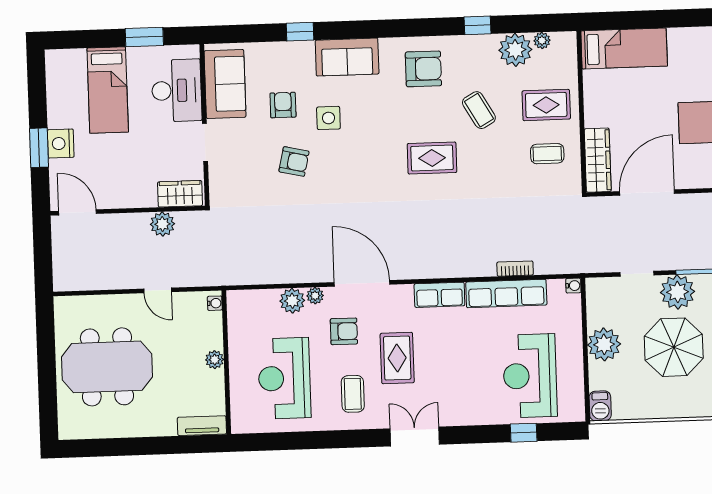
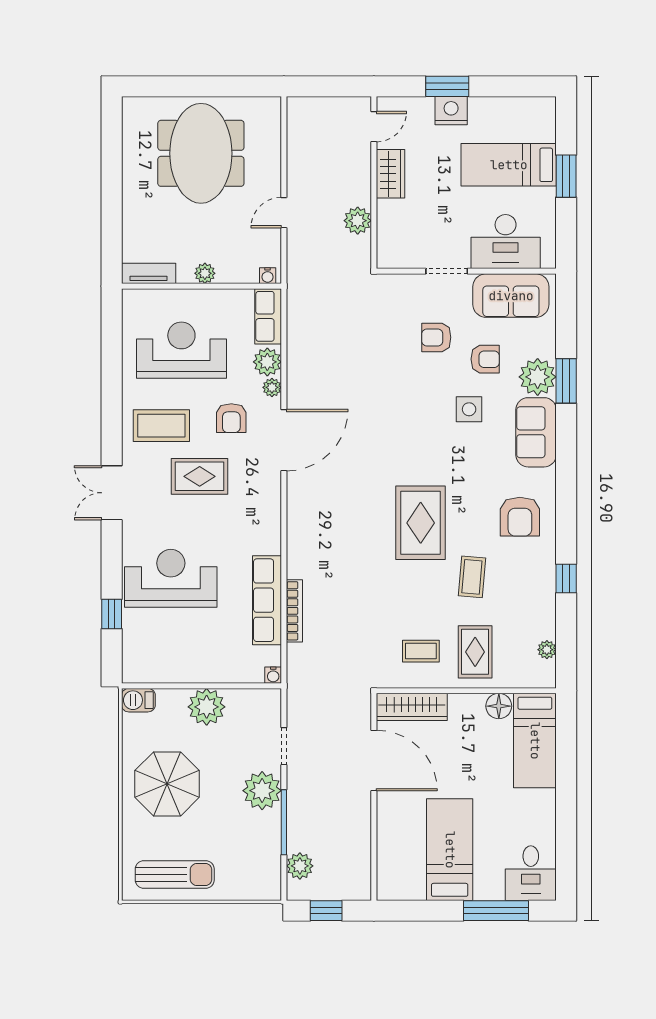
window: (300, 32) -> (566, 381), width x1.50
window: (144, 37) -> (566, 176), moved
plant: (515, 50) -> (538, 377), moved
floor lamp: (594, 82) -> (499, 706), added
coffee table: (479, 110) -> (472, 577), turned -55
coffee table: (547, 154) -> (421, 651), turned 90
rug: (432, 158) -> (421, 523), width x1.36, depth x1.43
armchair: (294, 161) -> (436, 337), moved, turned 77
wardrobe: (180, 194) -> (391, 174), moved
door: (77, 212) -> (374, 127), width x0.73
bookcase: (515, 269) -> (294, 611), width x1.56
row of seats: (439, 295) -> (268, 316), moved
parasol: (674, 347) -> (167, 784), moved
reception desk: (530, 376) -> (171, 578), moved
coffee table: (353, 394) -> (161, 426), width x1.36, depth x1.30
tv unit: (202, 426) -> (149, 273), moved, turned -90
double door: (415, 437) -> (112, 493), swing flipped

